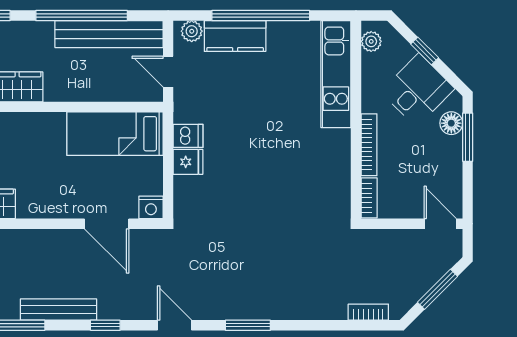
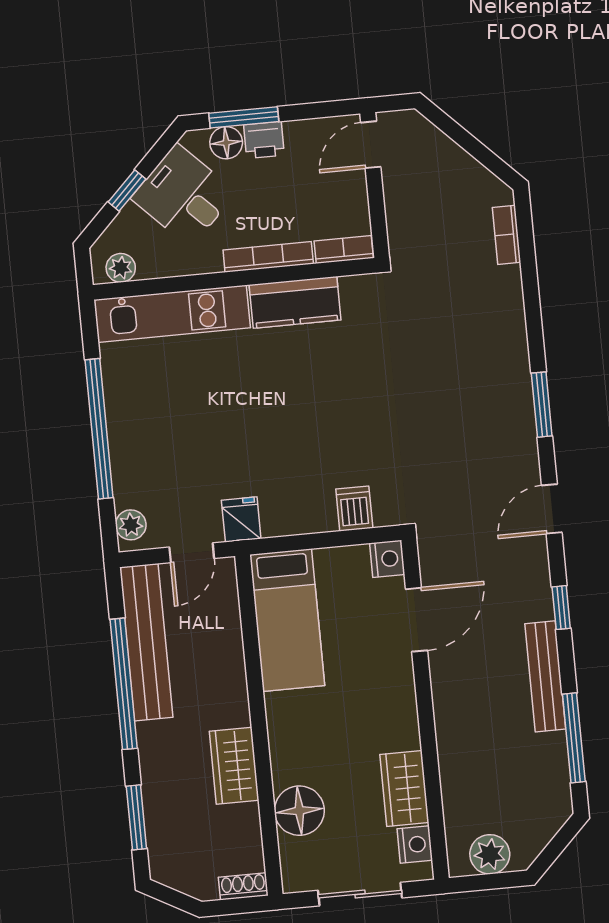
kitchen counter: (235, 36) -> (295, 302), moved, turned 90
dishwasher: (188, 136) -> (354, 509), moved
printer: (451, 150) -> (264, 140), added
fridge: (188, 162) -> (241, 519), moved
window: (438, 289) -> (465, 139), removed

